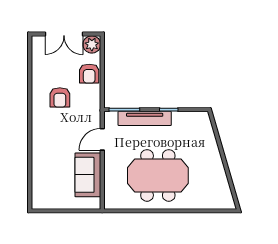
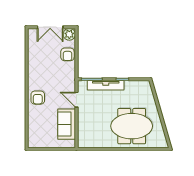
armchair: (60, 97) -> (38, 98), moved
door: (102, 139) -> (76, 100), hinge flipped
meeting table: (158, 175) -> (132, 126), moved

